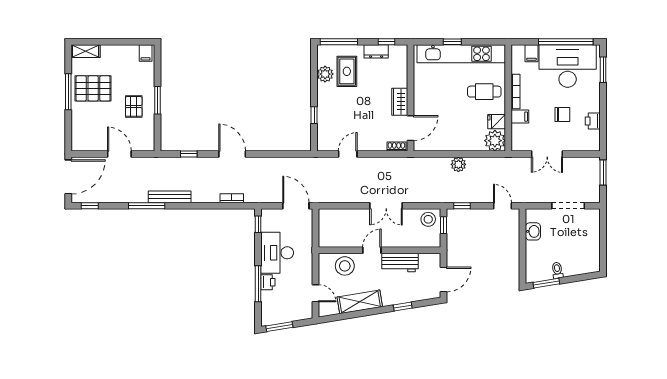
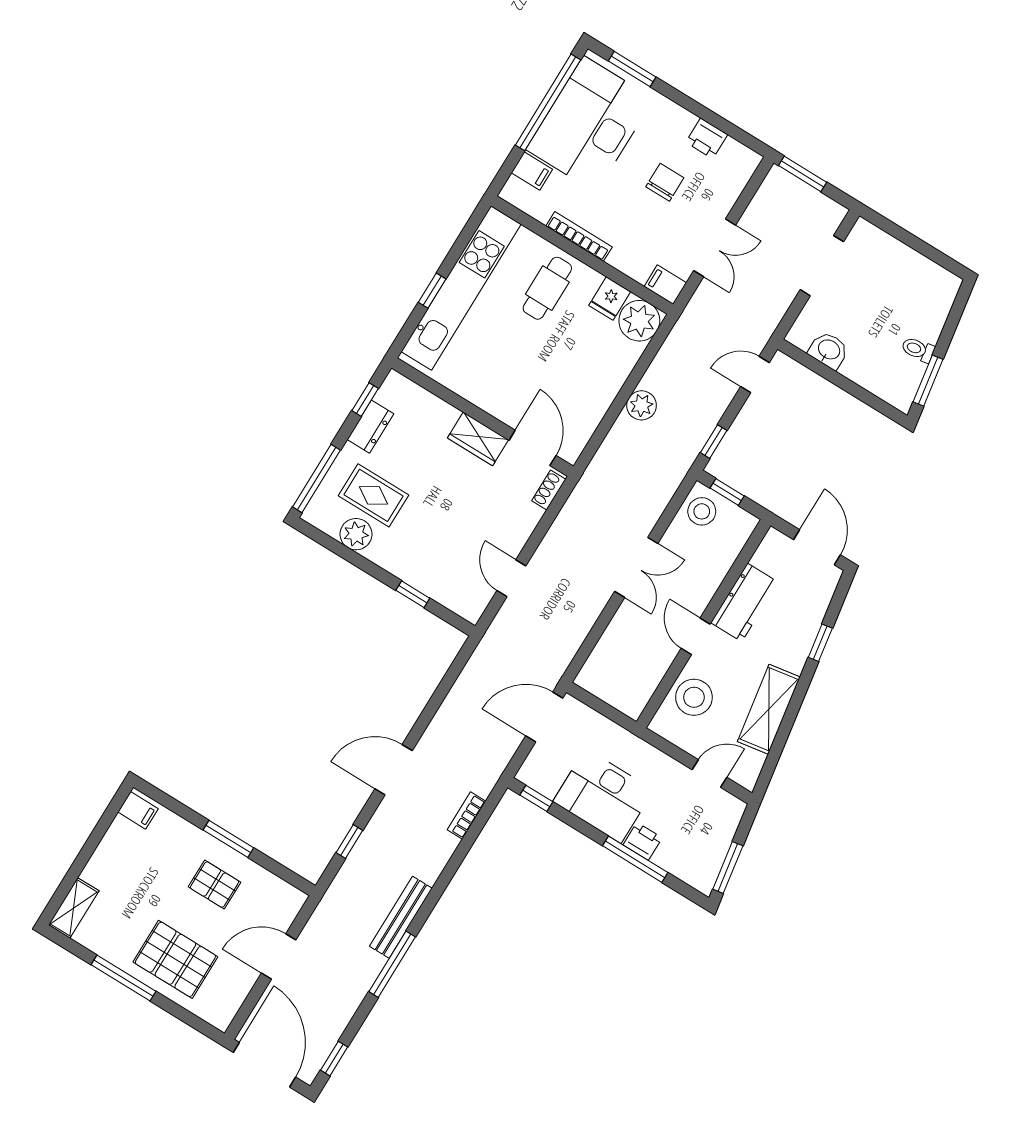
pallet: (93, 88) -> (175, 959), moved, turned 90
filing cabinet: (520, 117) -> (665, 285), moved, turned -90

